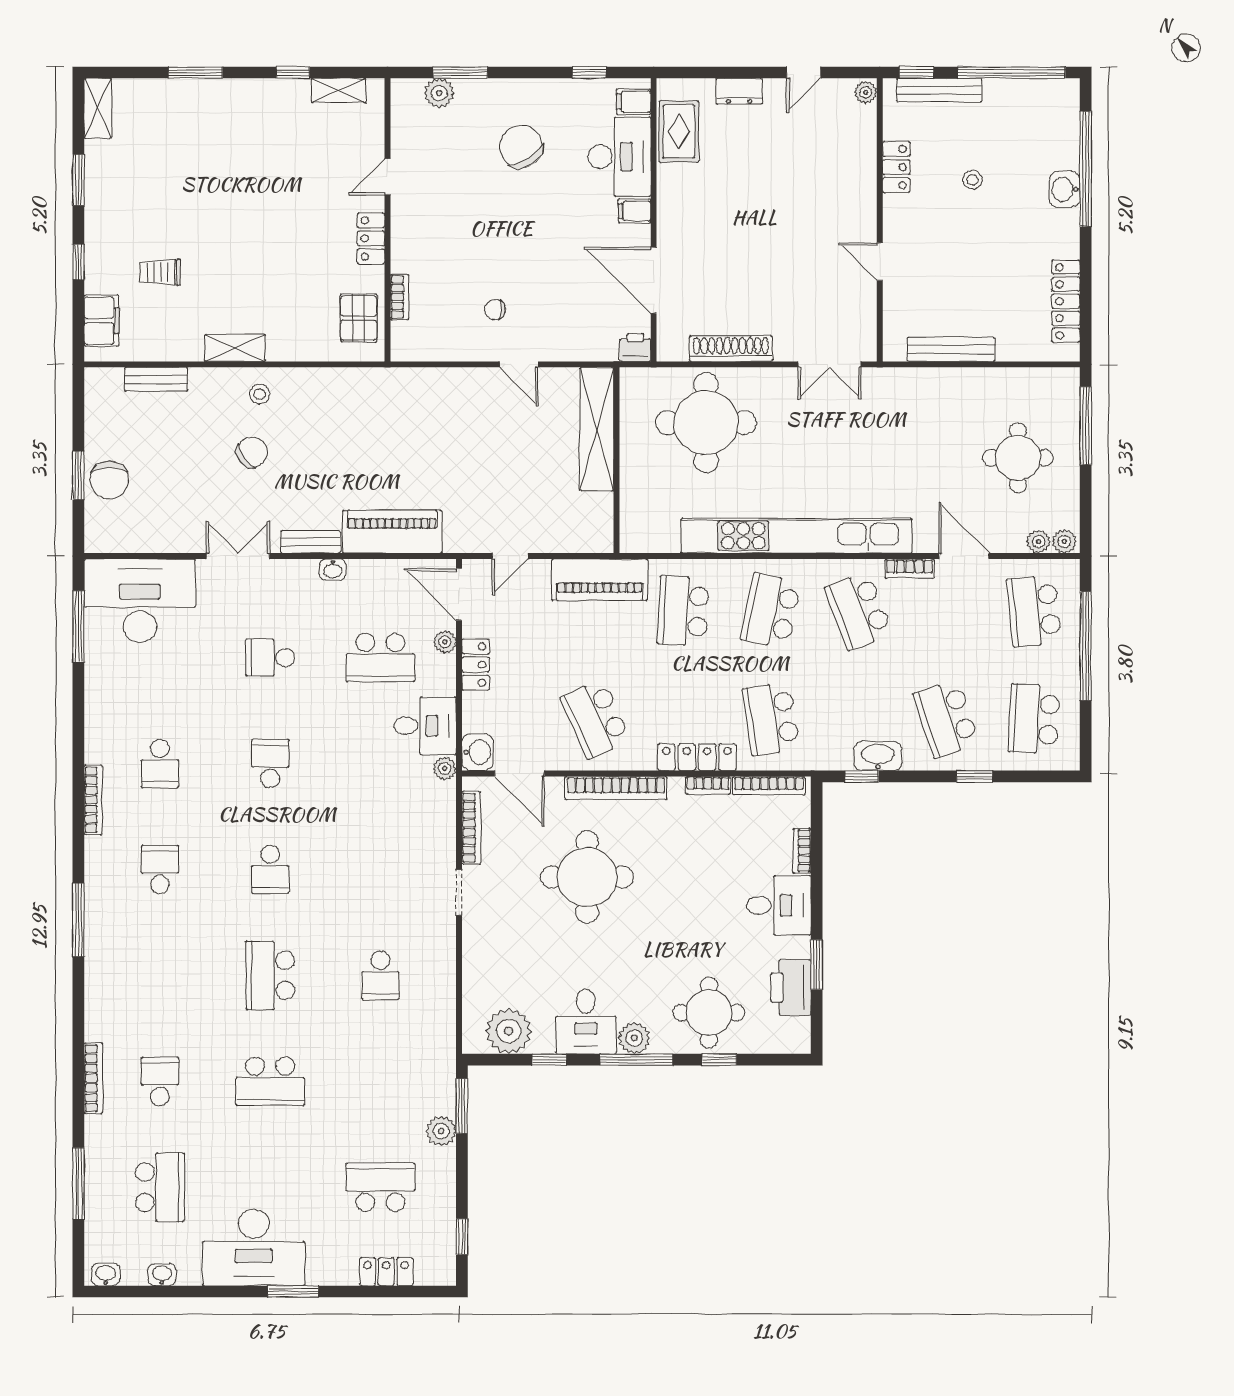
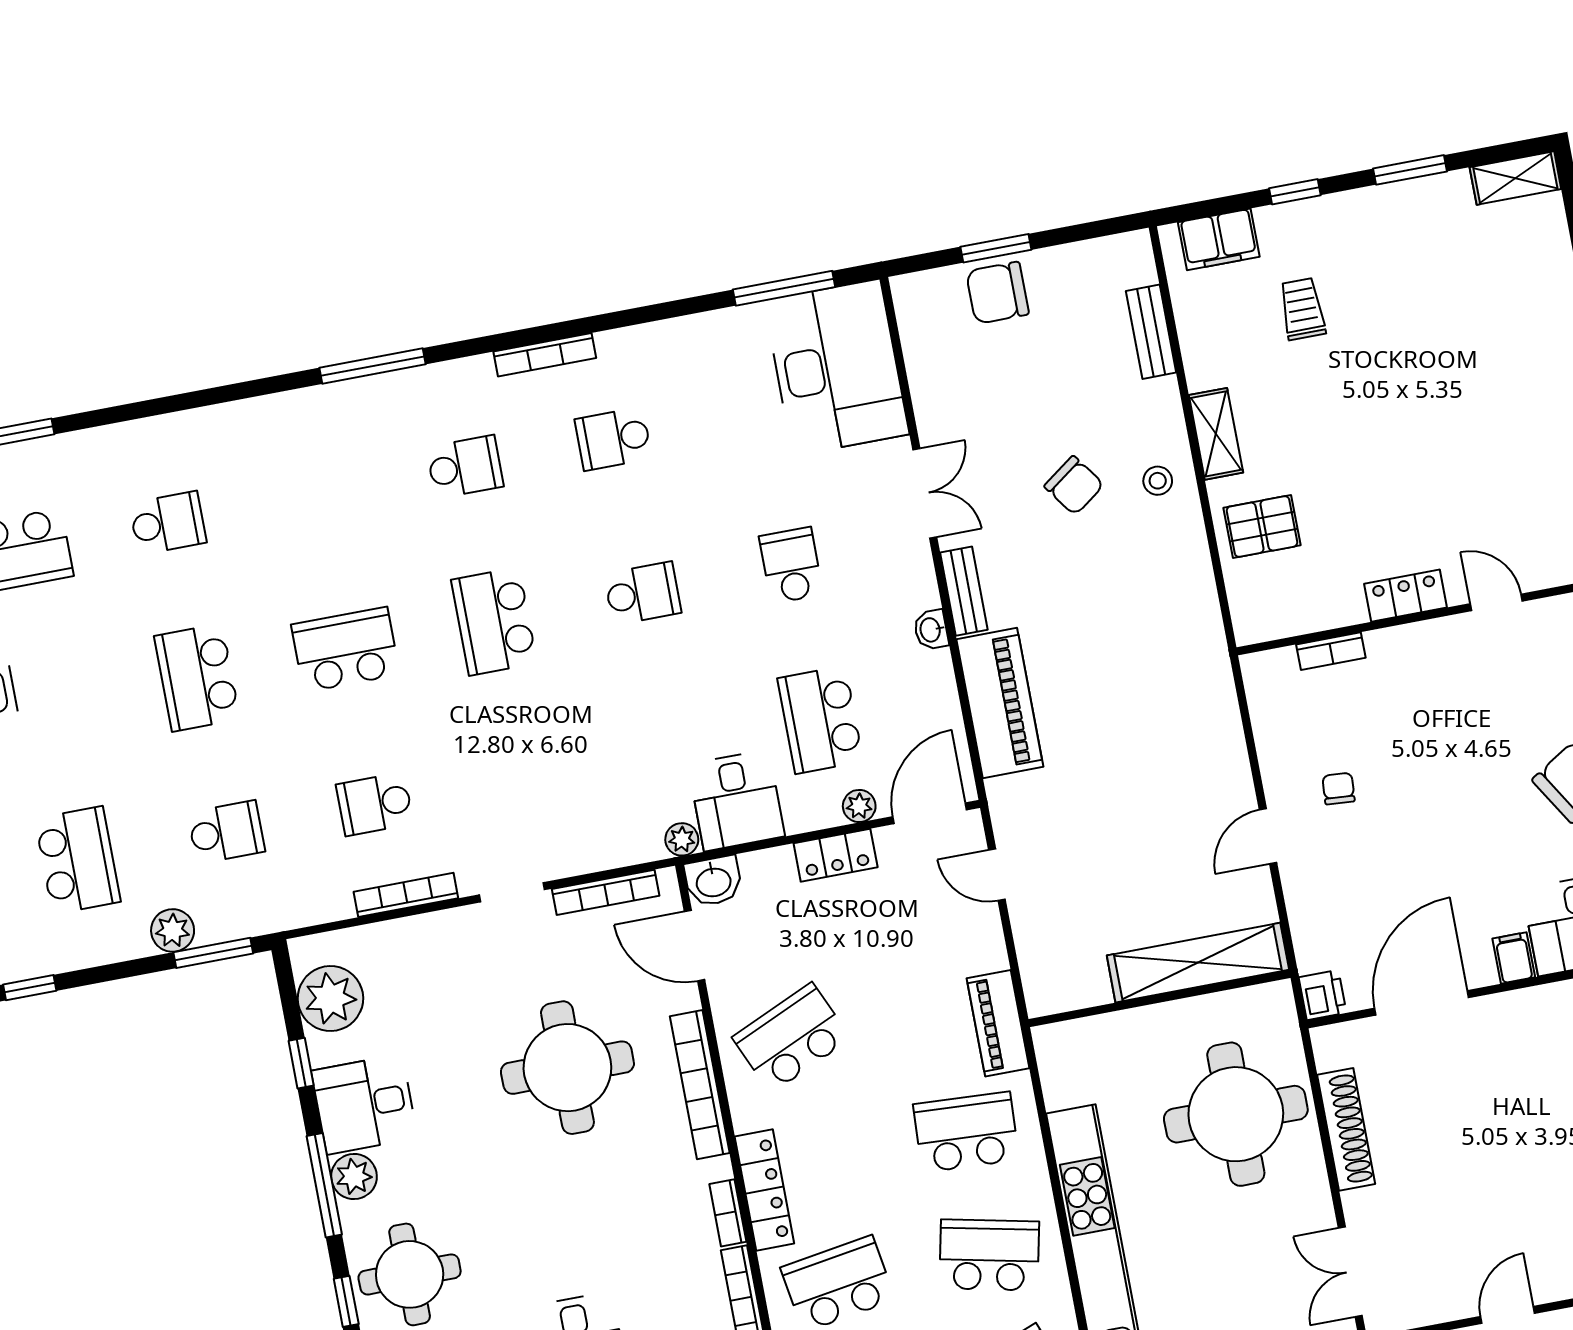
pallet: (359, 318) -> (1262, 527), moved
piano: (600, 580) -> (998, 1023), width x0.73, depth x0.75
door: (520, 774) -> (694, 946), hinge flipped
school desk: (270, 869) -> (494, 621), width x1.85
bookcase: (93, 1078) -> (406, 895), moved, turned 180
school desk: (380, 1081) -> (226, 832), added

